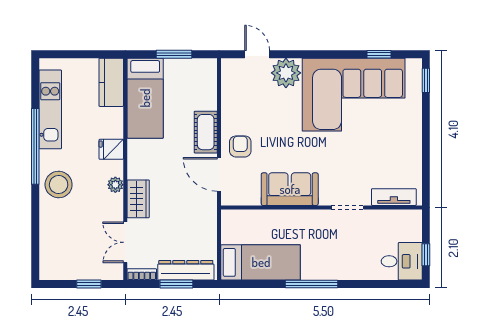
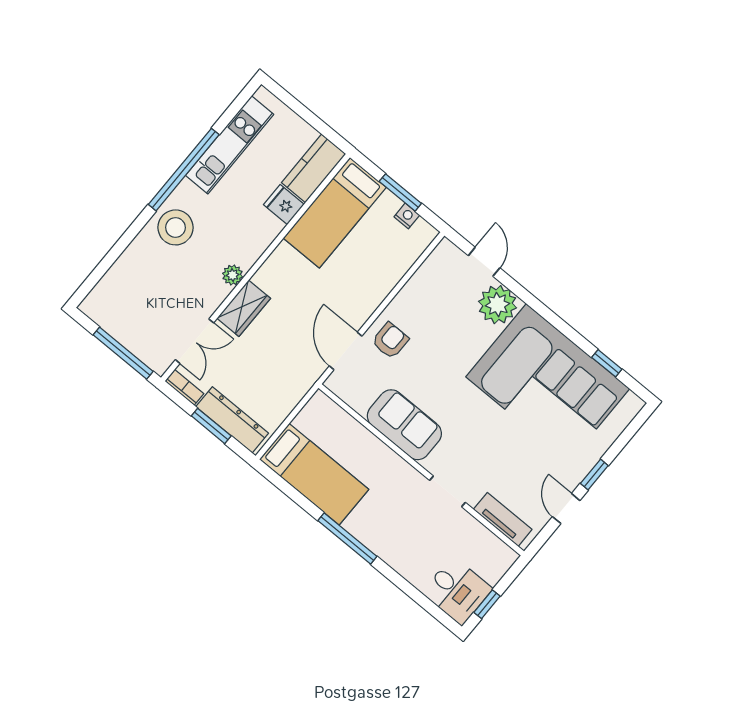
nightstand: (189, 65) -> (407, 216), added
window: (426, 80) -> (594, 475), moved
cot: (206, 132) -> (367, 297), removed
fridge: (111, 149) -> (284, 205), moved
door: (426, 160) -> (566, 509), added
double door: (125, 242) -> (194, 341), swing flipped
window: (89, 284) -> (123, 353), width x2.17

